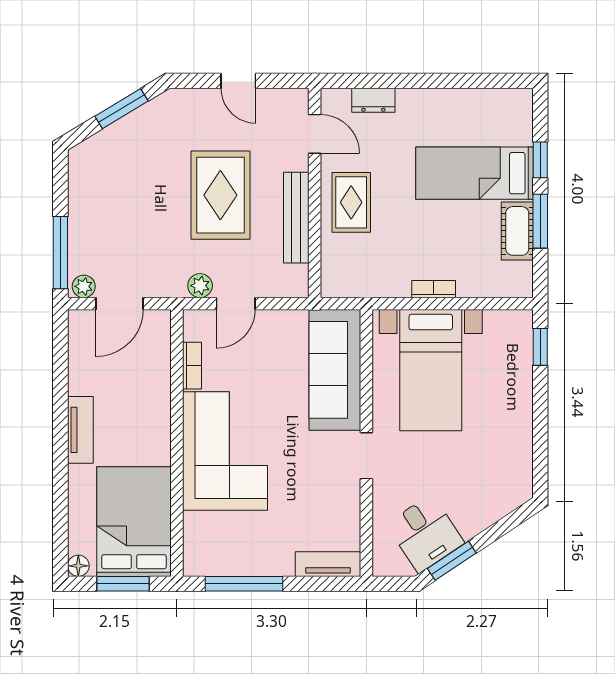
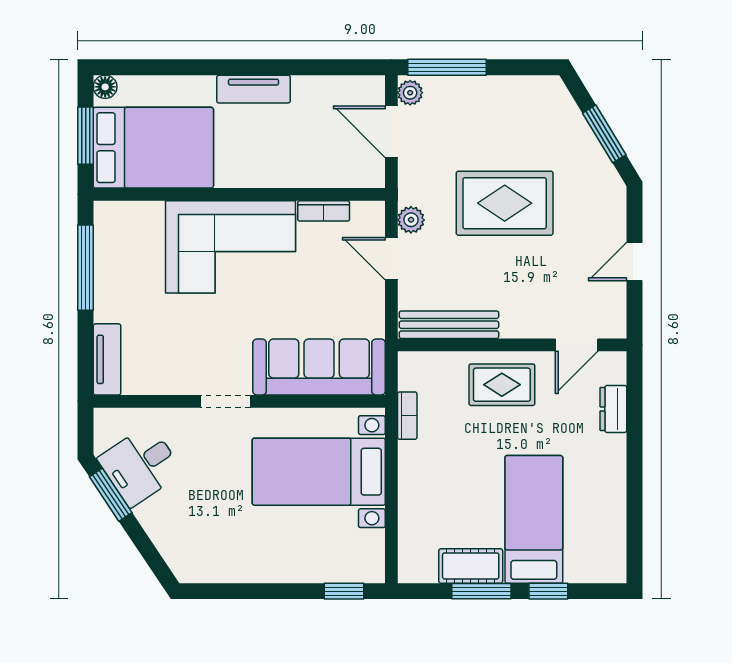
rug: (220, 195) -> (505, 203), moved
bench: (296, 218) -> (449, 325), moved
bookcase: (434, 289) -> (407, 416), moved

